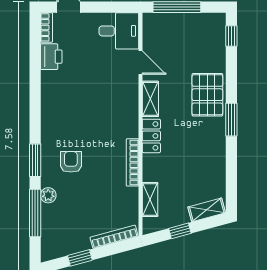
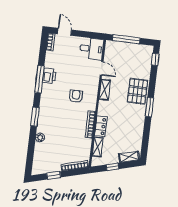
printer: (51, 57) -> (49, 76), moved
locker: (151, 136) -> (101, 126), moved
armchair: (71, 162) -> (76, 96), moved
window: (35, 213) -> (39, 79), moved

